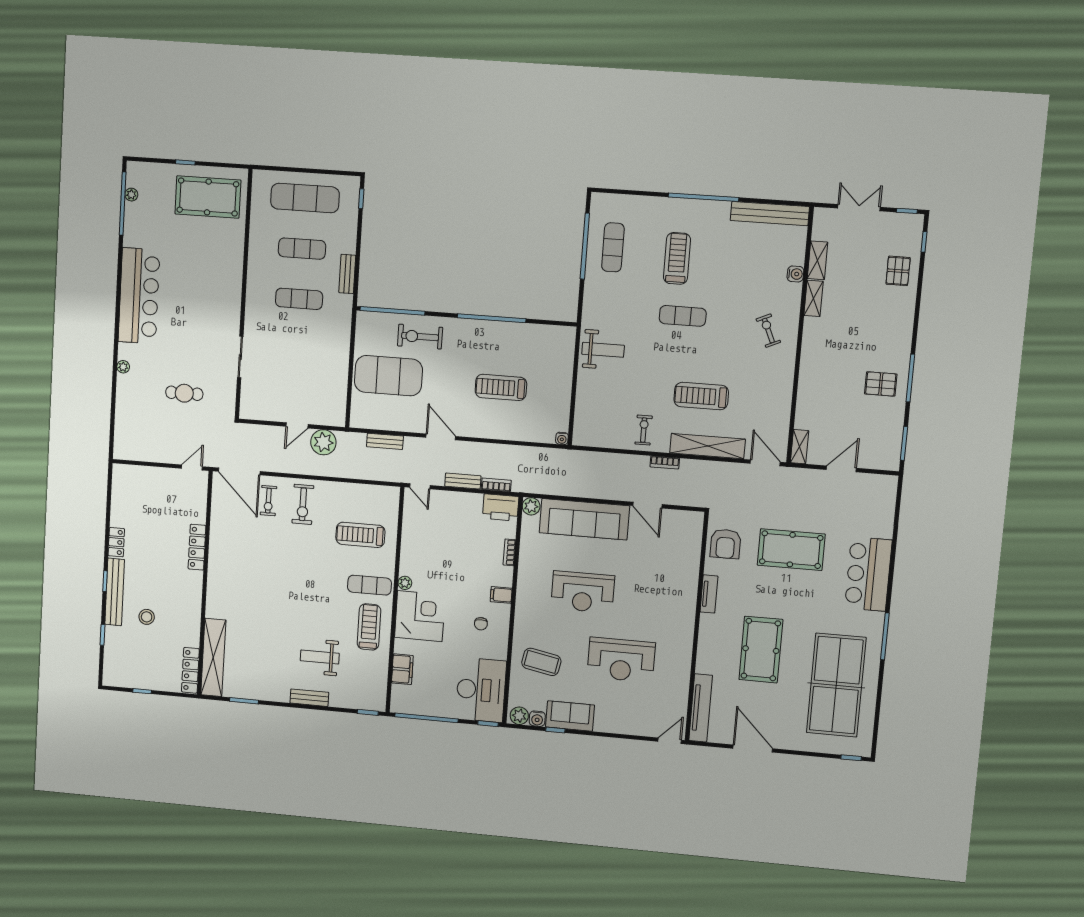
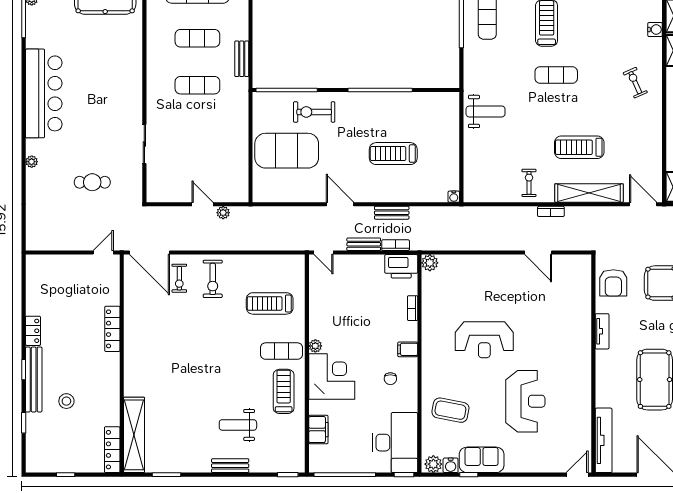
door: (297, 425) -> (202, 204), swing flipped
bench: (385, 441) -> (392, 213), moved
plant: (323, 442) -> (223, 213), width x0.53, depth x0.53
sofa: (584, 519) -> (480, 271), removed
reception desk: (621, 660) -> (525, 401), turned -90

